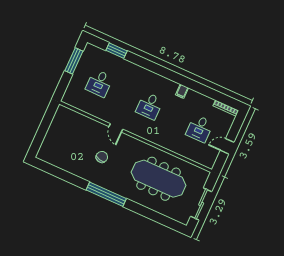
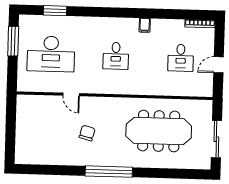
desk: (99, 83) -> (51, 54), width x1.87, depth x1.30
door: (116, 128) -> (71, 94), moved

